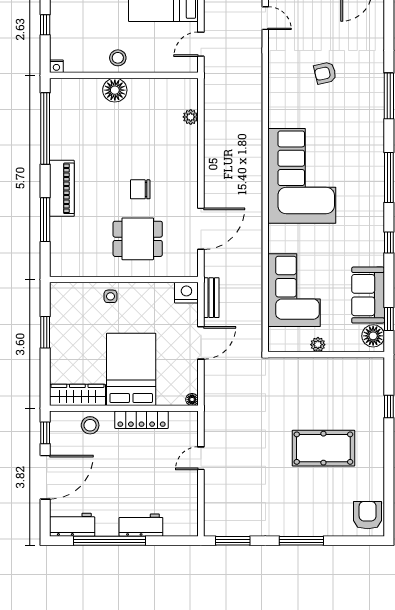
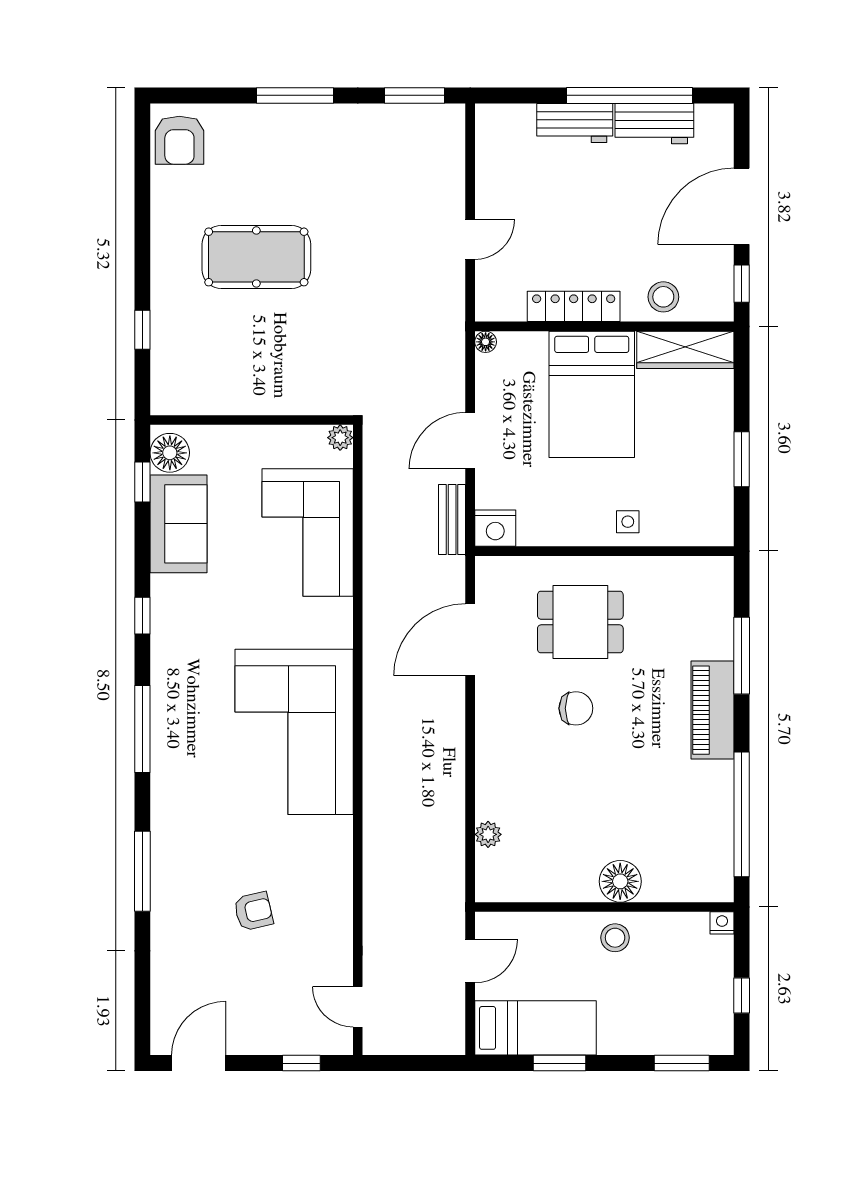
plant: (318, 345) -> (340, 438), moved
workbench: (72, 525) -> (654, 124), moved

